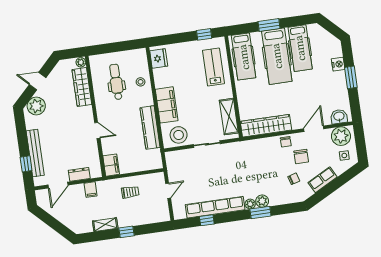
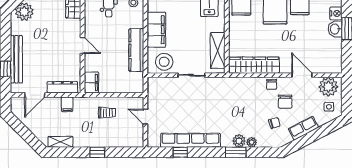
washbasin: (339, 117) -> (335, 29), moved, turned -90
door: (314, 129) -> (302, 75), hinge flipped
dresser: (79, 174) -> (62, 87), width x1.44
door: (168, 191) -> (145, 117), swing flipped
plant: (250, 204) -> (252, 142), moved
shelving: (105, 225) -> (60, 142), moved

